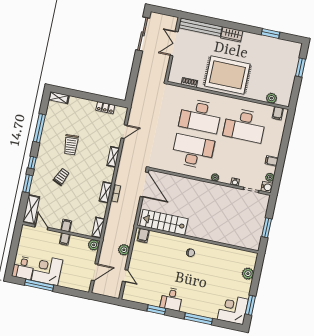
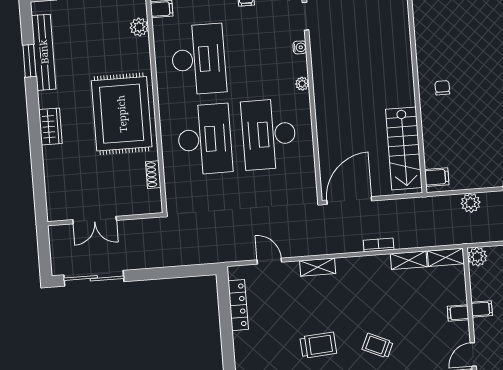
bench: (200, 27) -> (44, 52), moved
locker: (105, 108) -> (238, 305), width x1.53
shelving: (106, 192) -> (409, 260), moved

